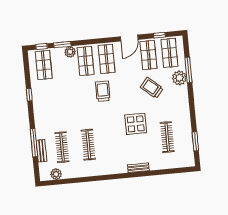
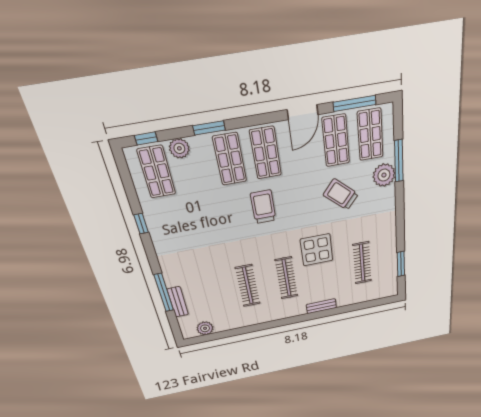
window: (159, 35) -> (355, 103), width x2.17
window: (62, 44) -> (209, 128), moved
plant: (70, 52) -> (179, 148), moved
clothes rail: (62, 147) -> (286, 278), moved

